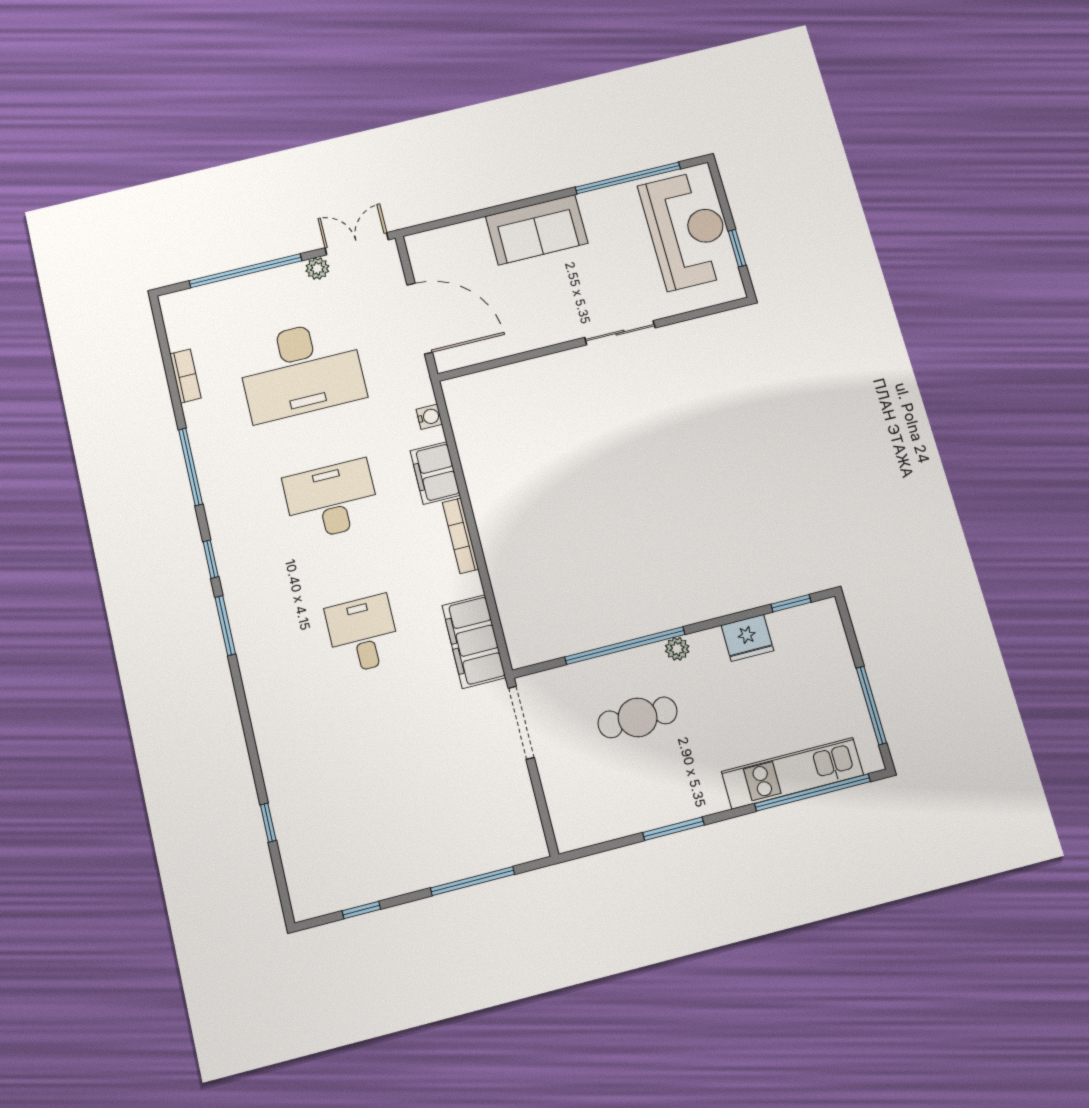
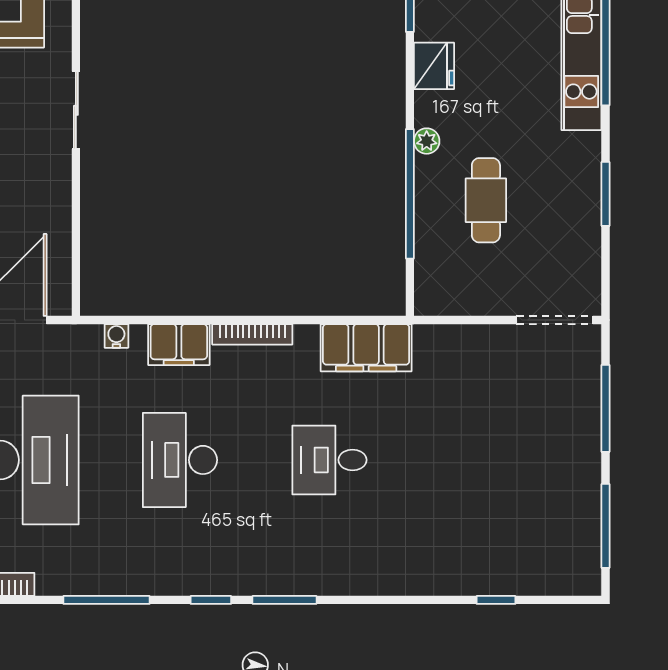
doorway: (521, 723) -> (555, 320), moved
window: (361, 910) -> (605, 526), width x2.17

